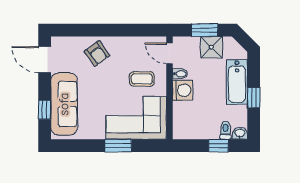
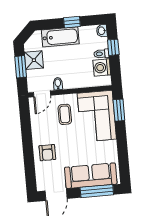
armchair: (97, 53) -> (47, 153), turned 126
washing machine: (183, 90) -> (102, 68), moved, turned -90
window: (45, 110) -> (97, 191), width x2.17
toilet: (225, 130) -> (101, 54), moved
window: (118, 146) -> (119, 110), moved

